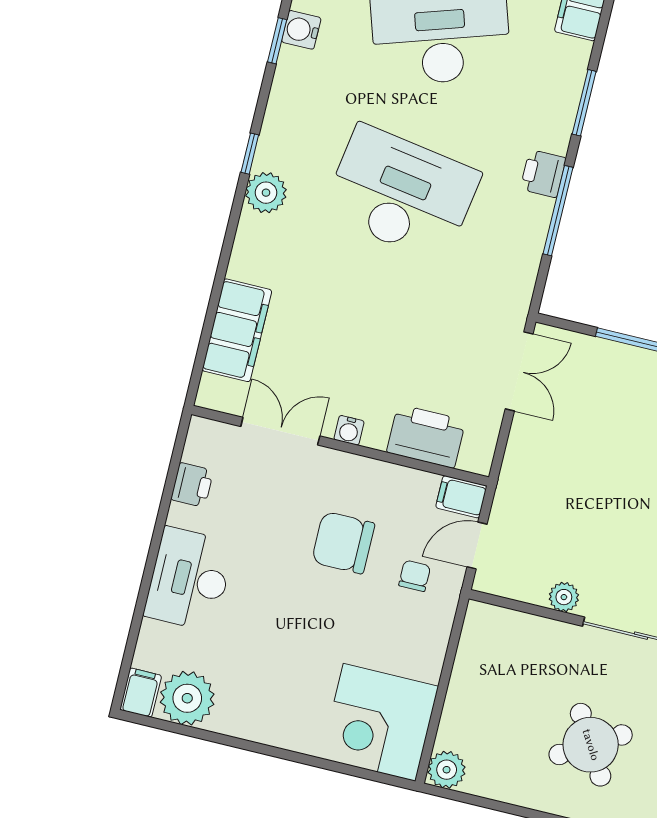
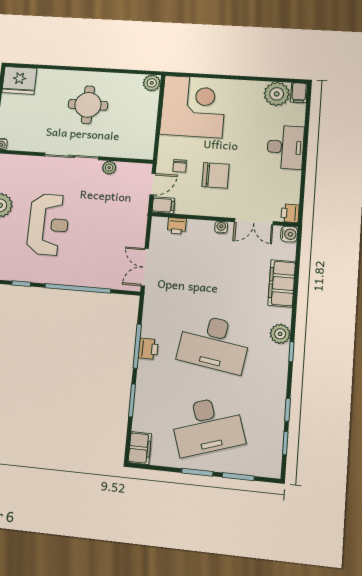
water cooler: (301, 30) -> (289, 234), moved
printer: (543, 174) -> (148, 349), moved
filing cabinet: (237, 330) -> (282, 283), moved
printer: (426, 436) -> (177, 226), width x0.53, depth x0.68
printer: (192, 485) -> (290, 213), moved
corner desk: (379, 722) -> (193, 107), width x1.36, depth x1.36
round table: (591, 745) -> (88, 105), turned 31

